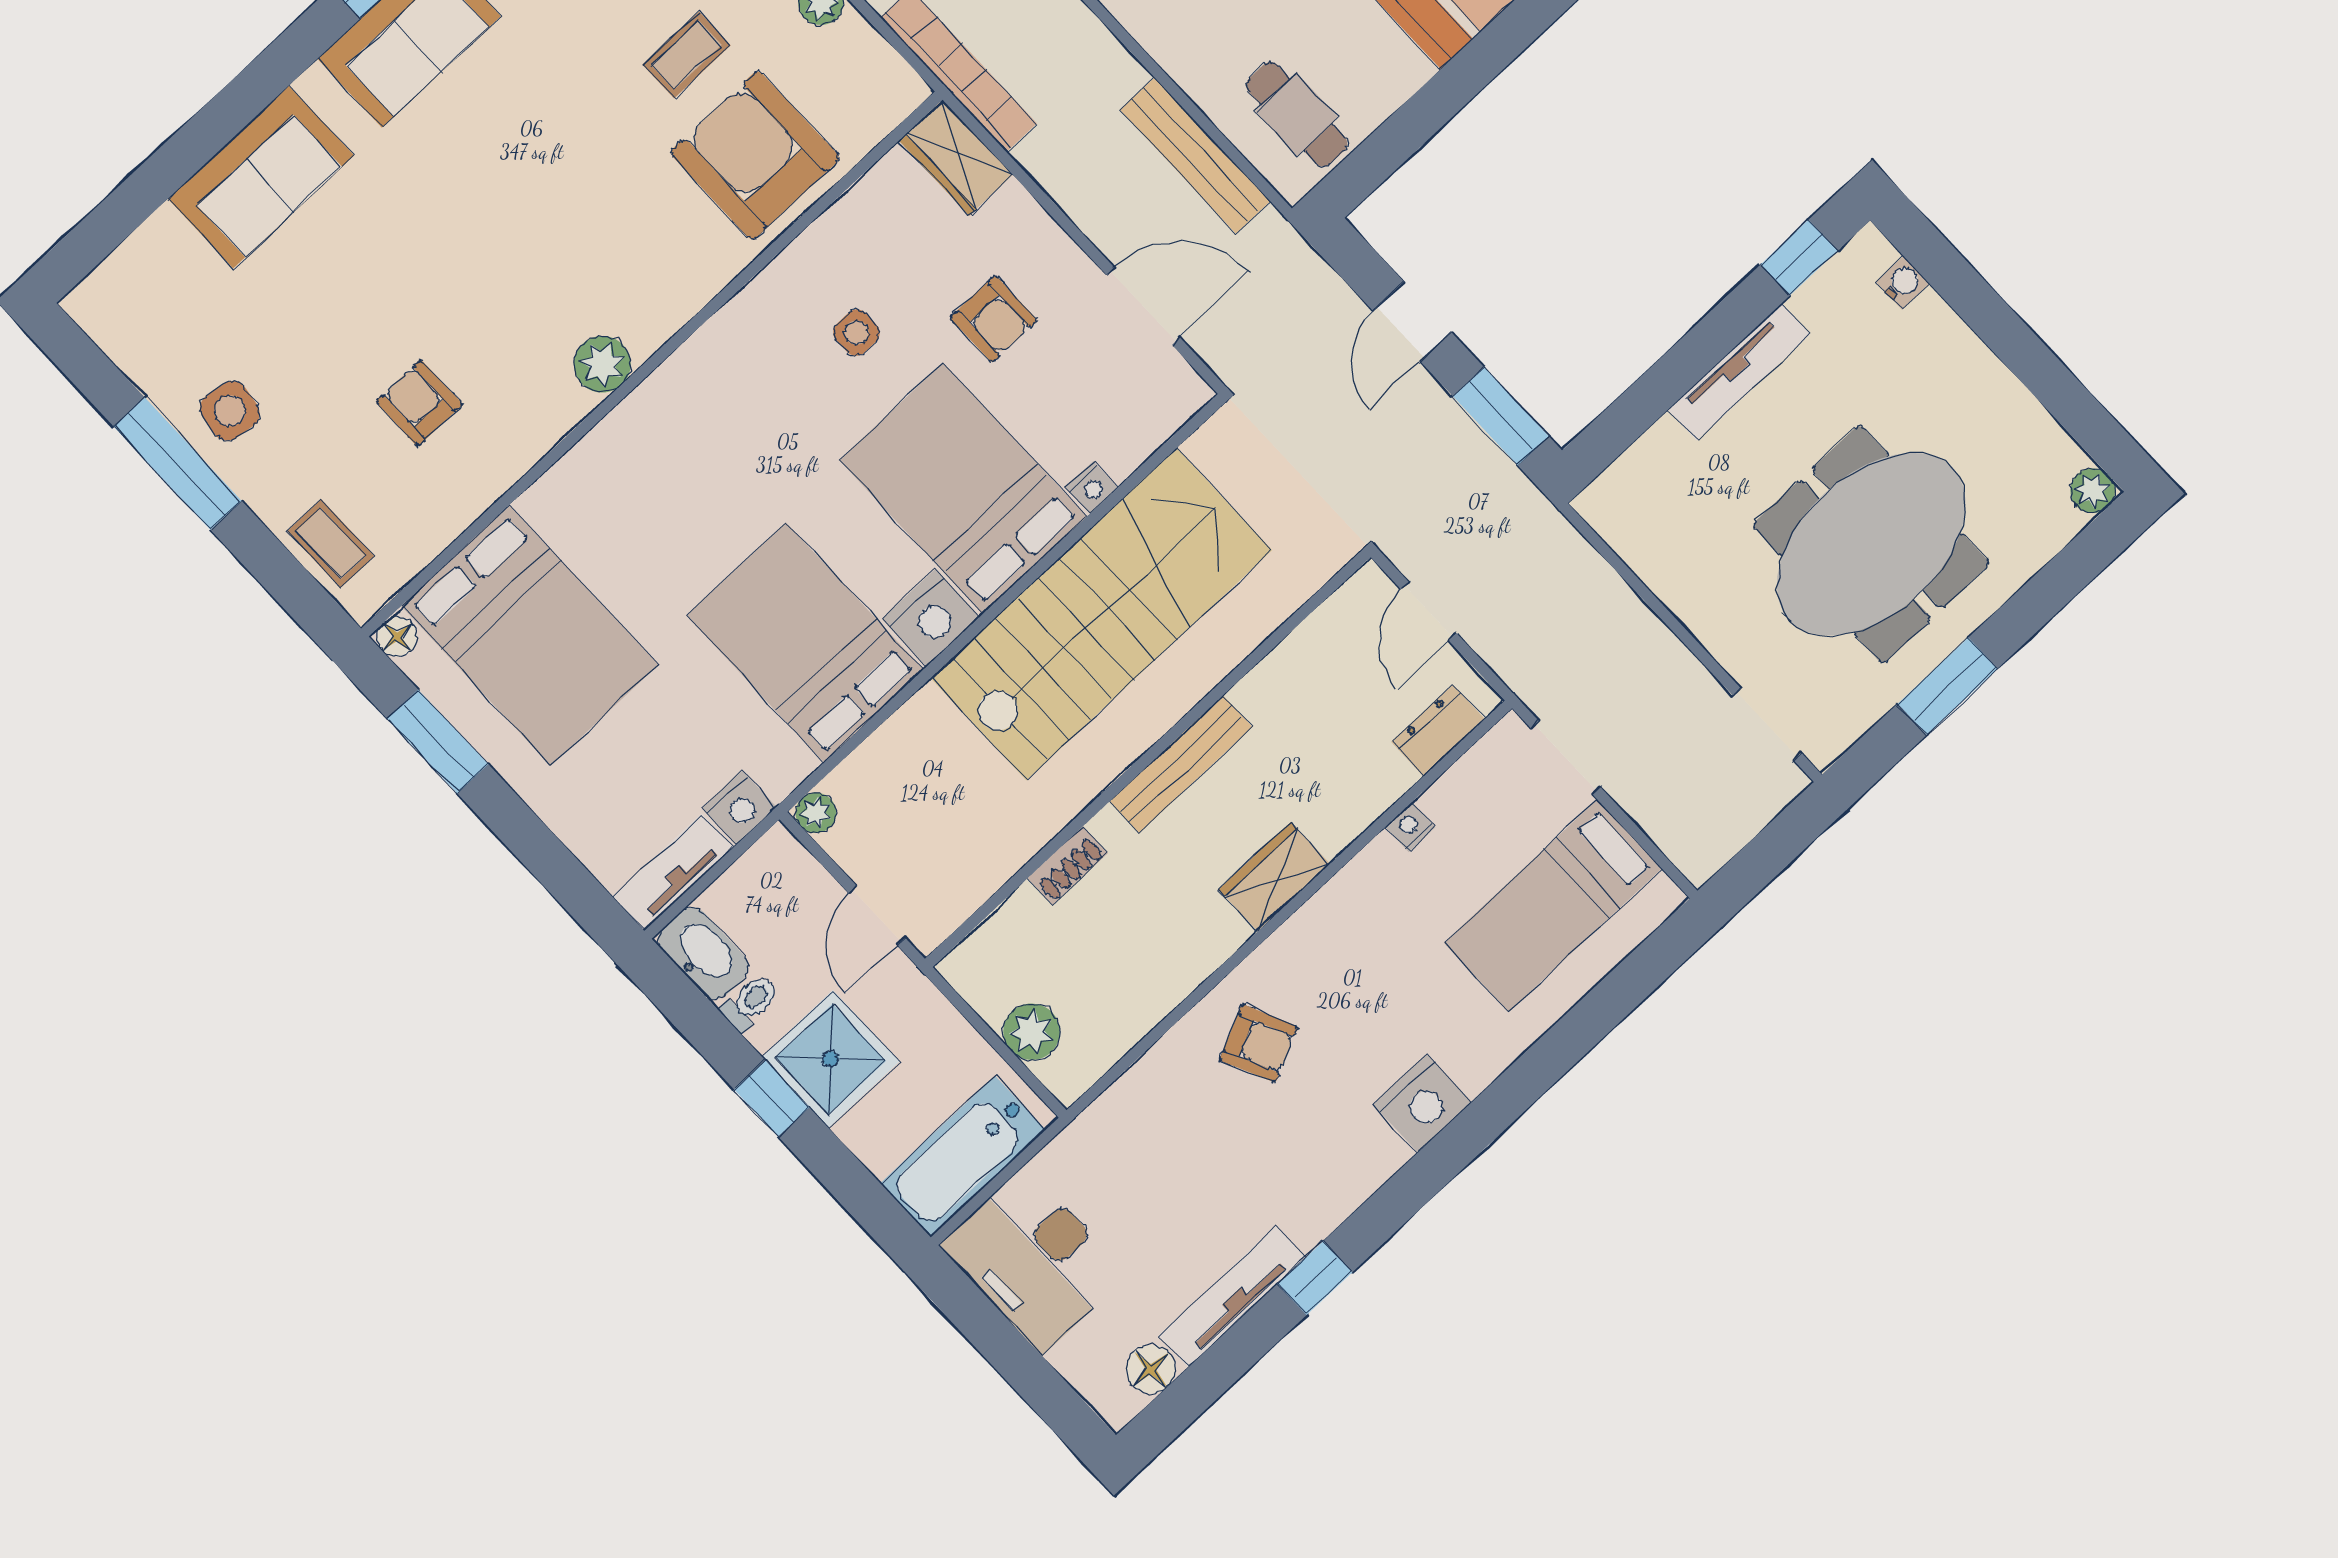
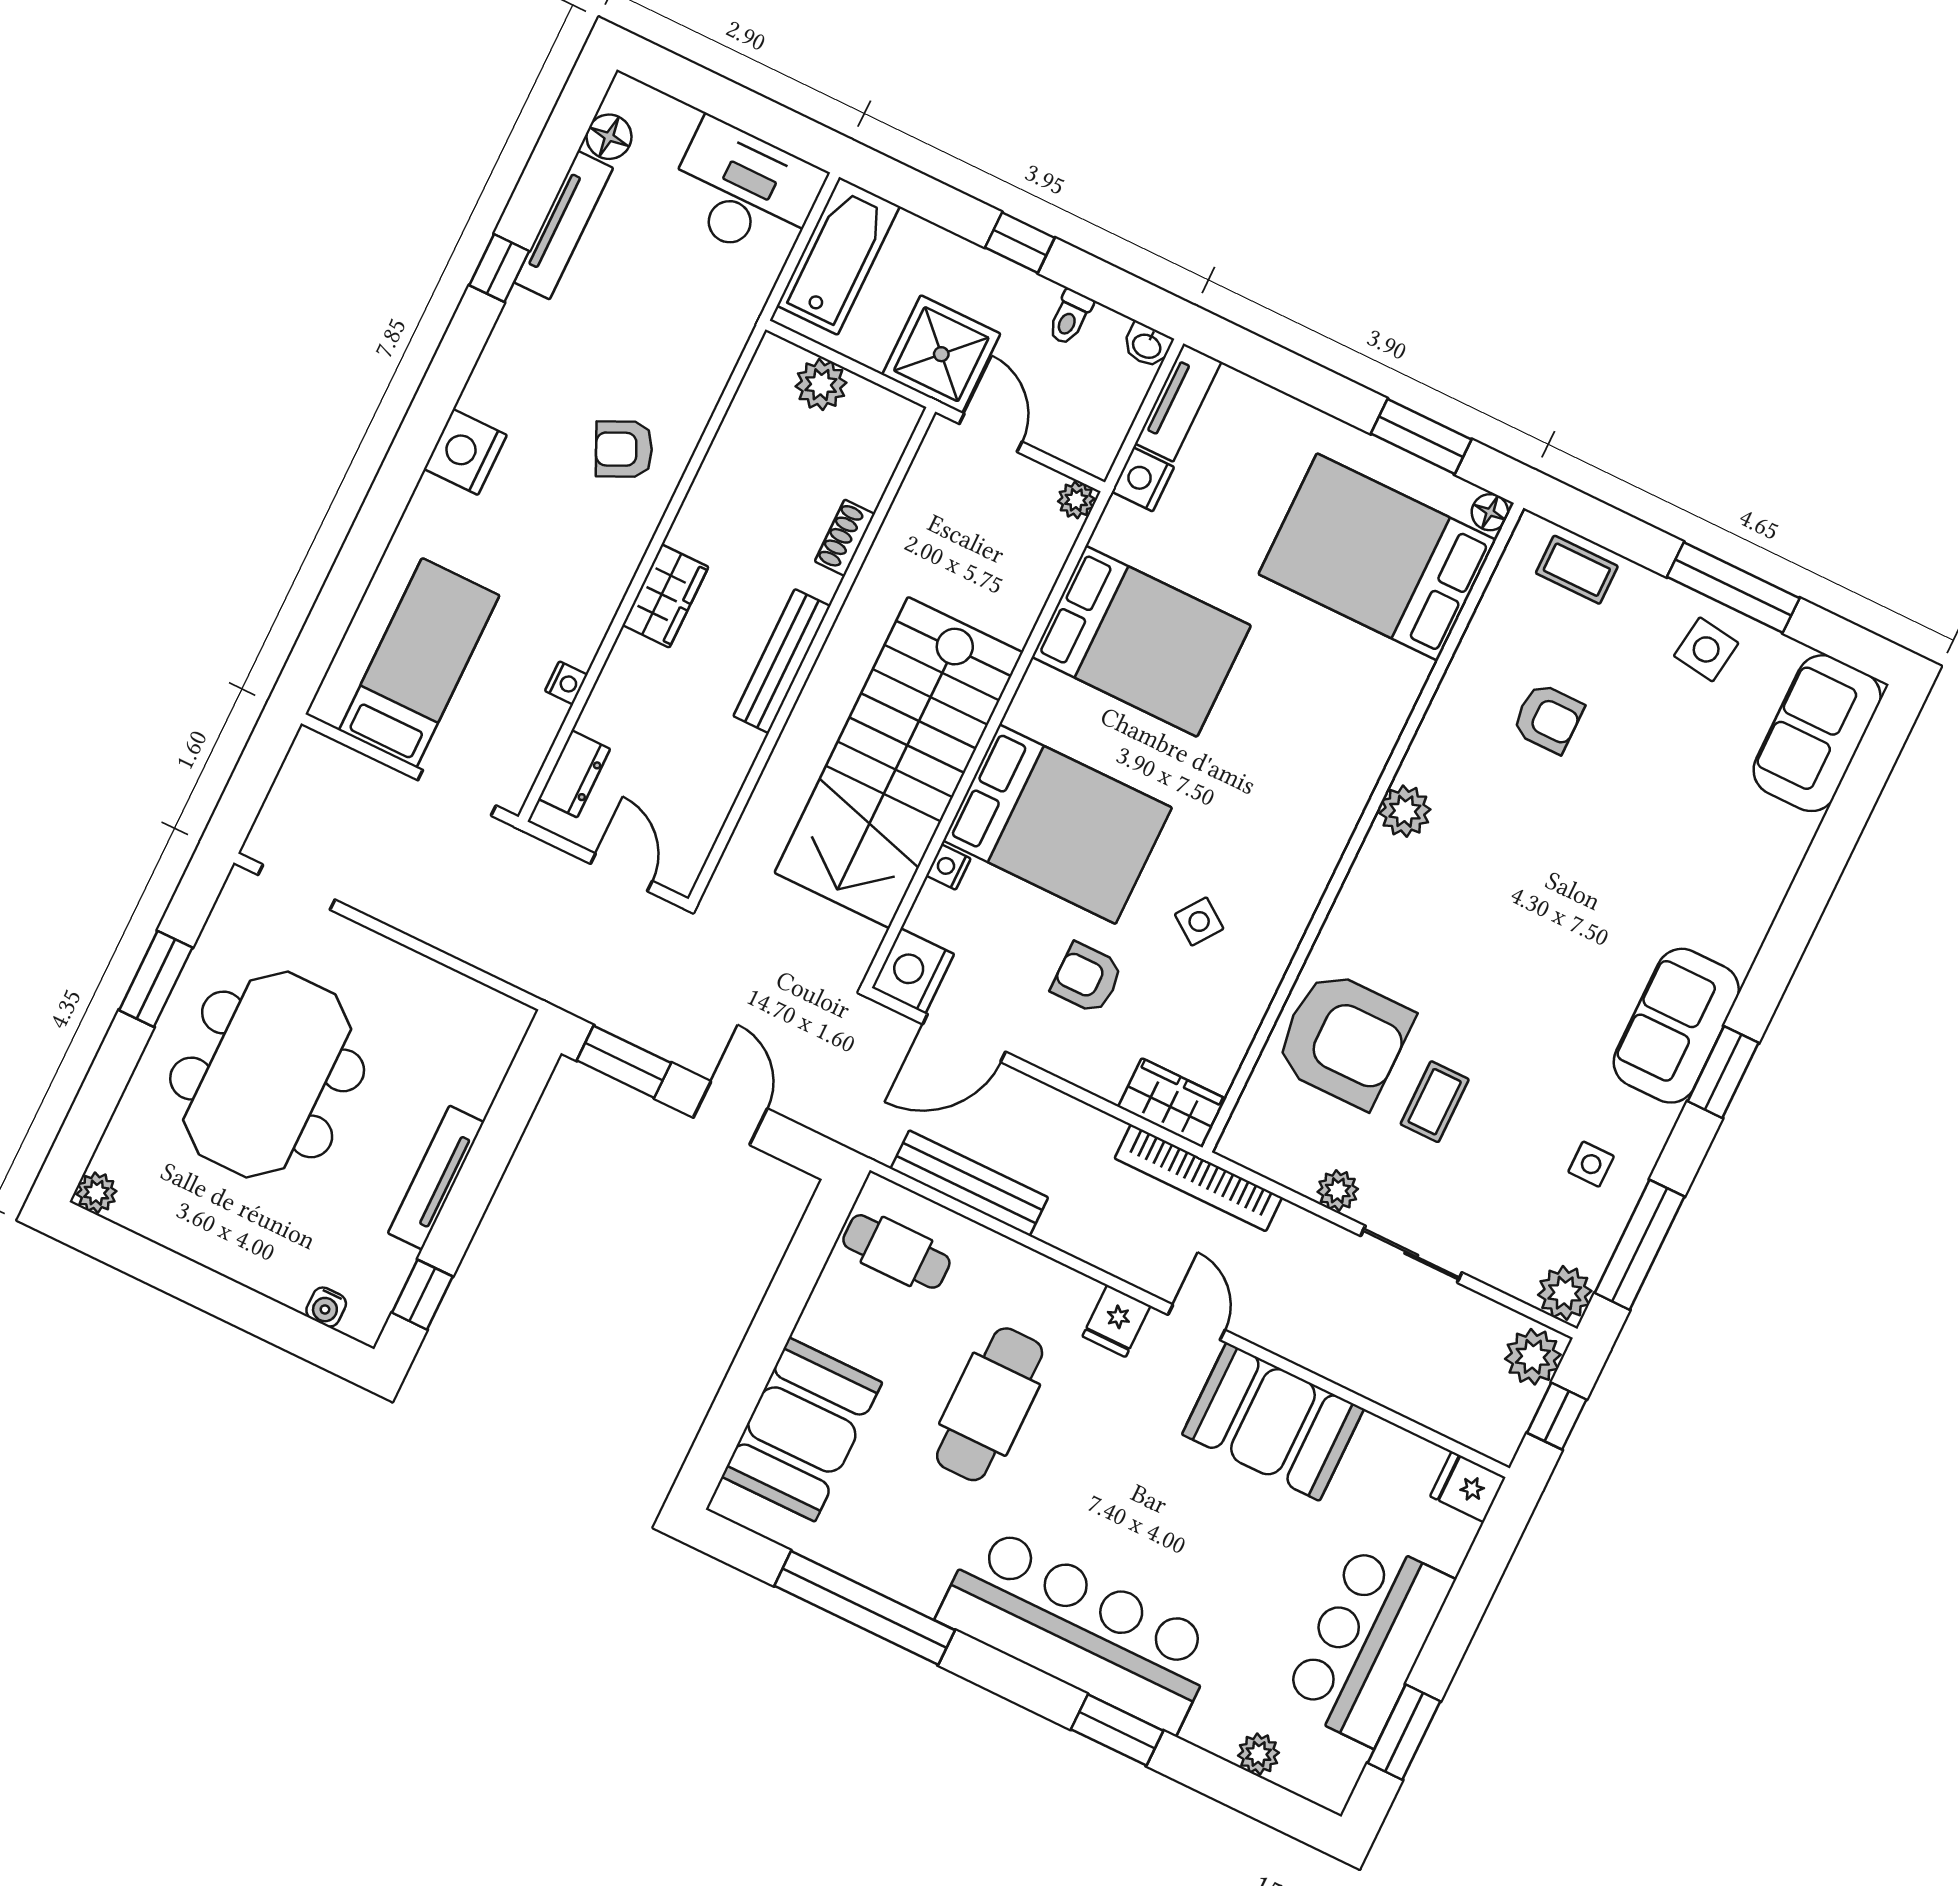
sofa: (261, 177) -> (1817, 733), moved
side table: (856, 333) -> (1199, 921), turned 36
nightstand: (931, 618) -> (913, 971), moved
washbasin: (703, 953) -> (1147, 345), width x0.52, depth x0.69
shower: (831, 1059) -> (941, 354), moved

